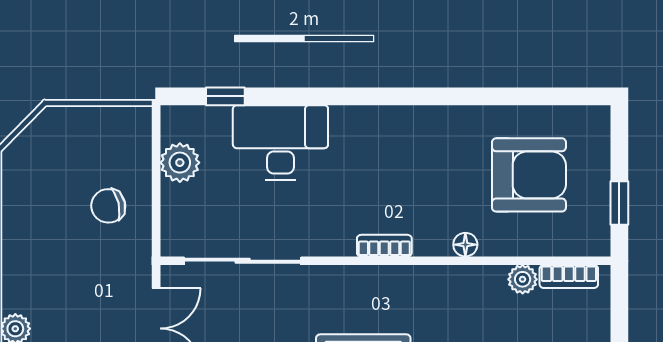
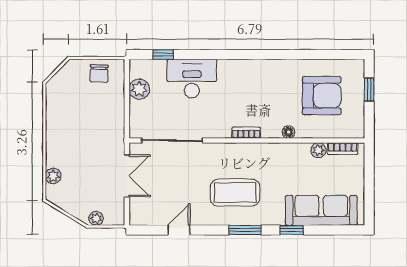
window: (619, 203) -> (369, 90), moved
chair: (108, 206) -> (99, 74), moved, turned -75

